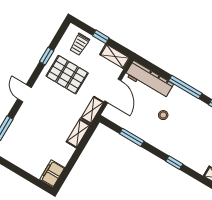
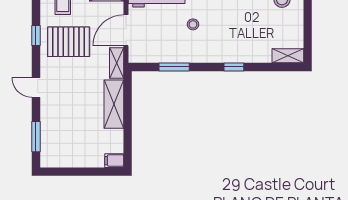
door: (113, 91) -> (126, 30), swing flipped
shelving: (78, 133) -> (114, 104), width x1.50, depth x1.33
filing cabinet: (52, 174) -> (114, 161), width x0.50

